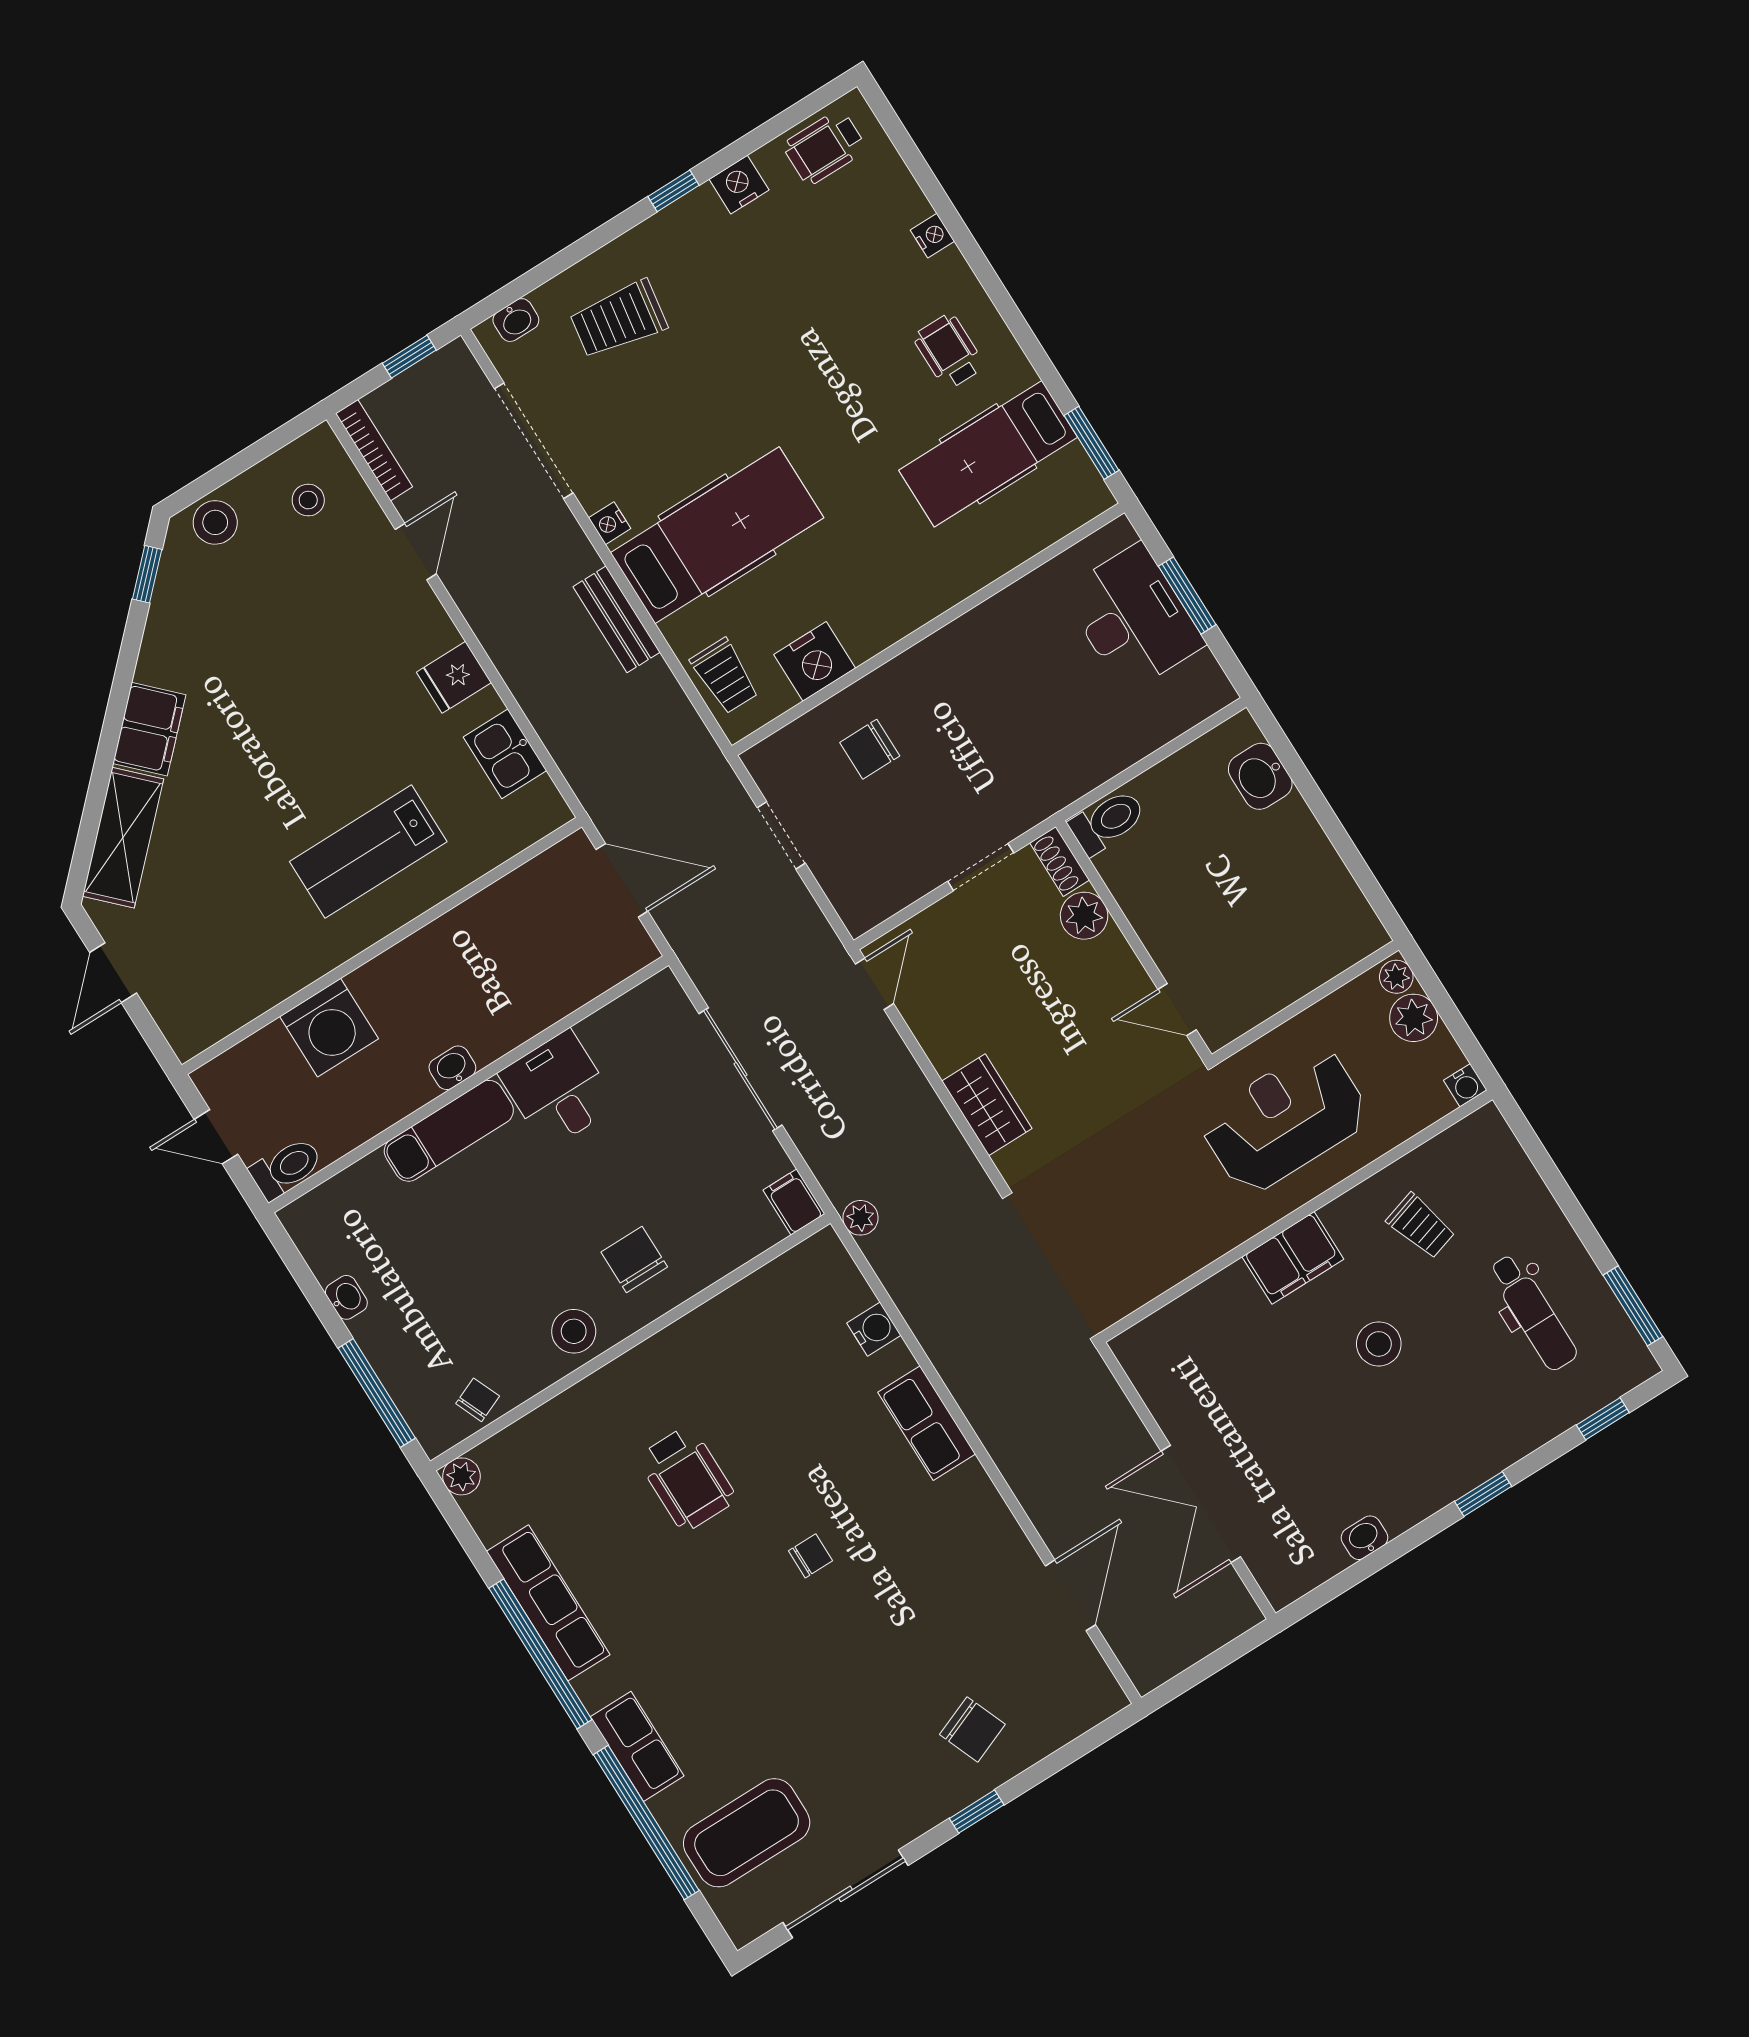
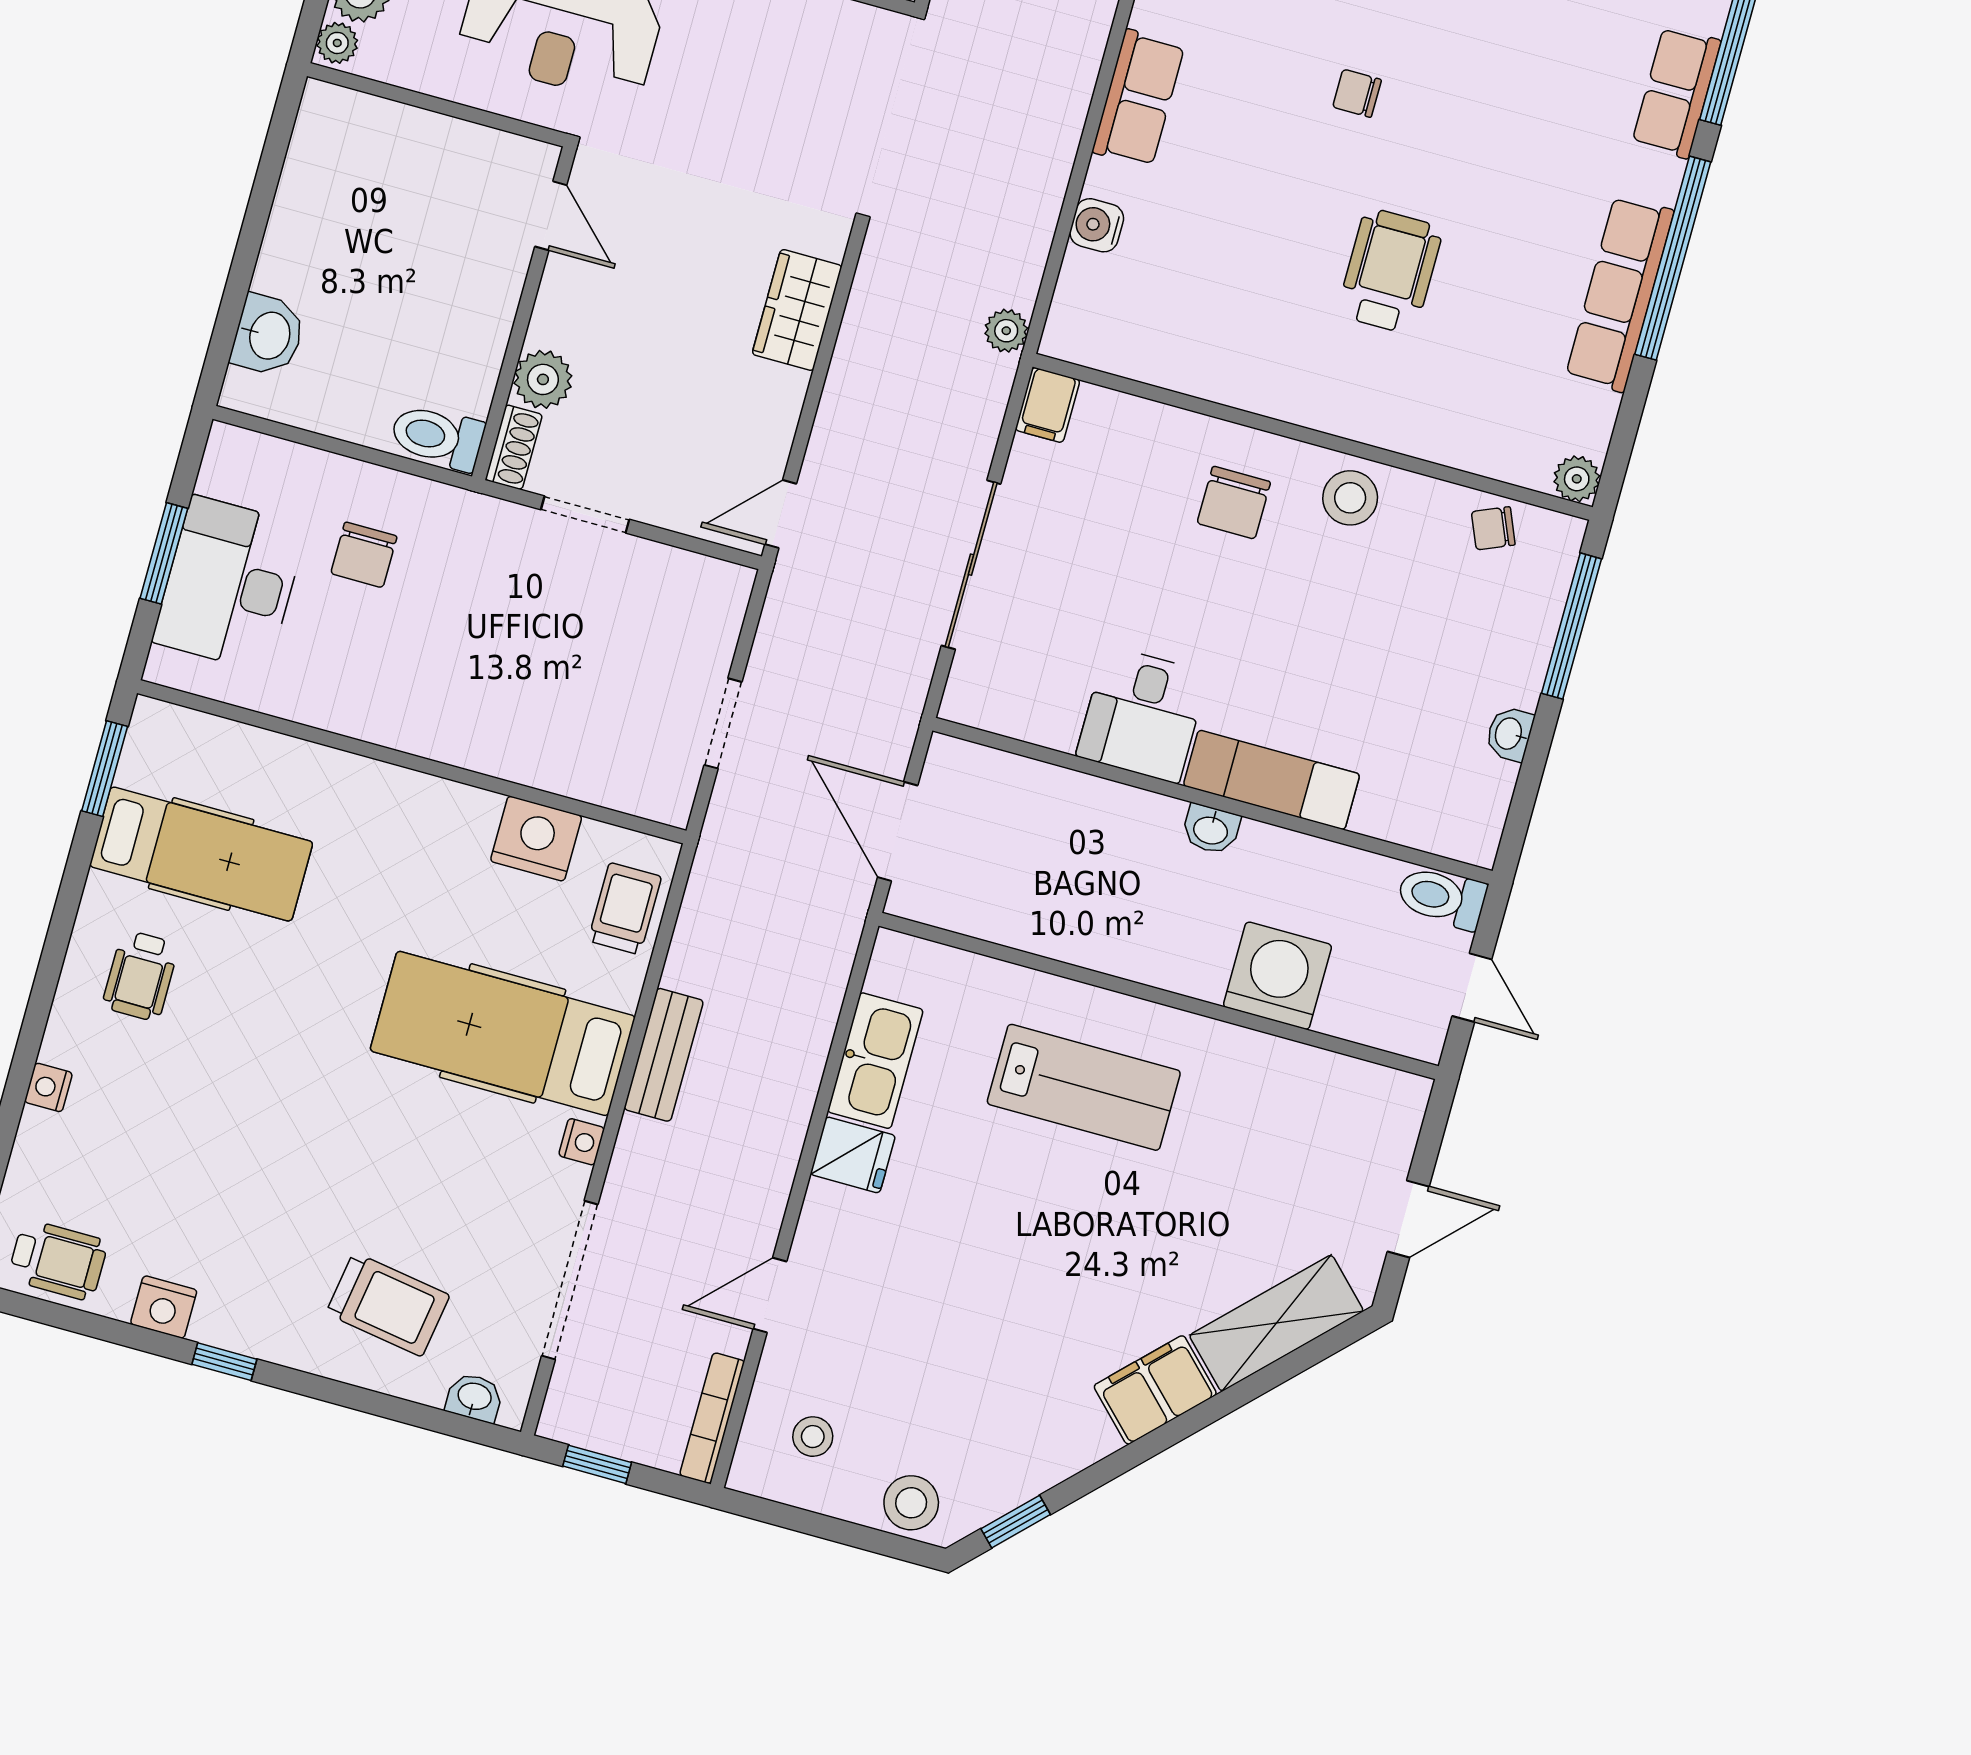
chair: (870, 749) -> (364, 555), moved, turned 90
kitchen sink: (505, 754) -> (875, 1061), width x1.38

